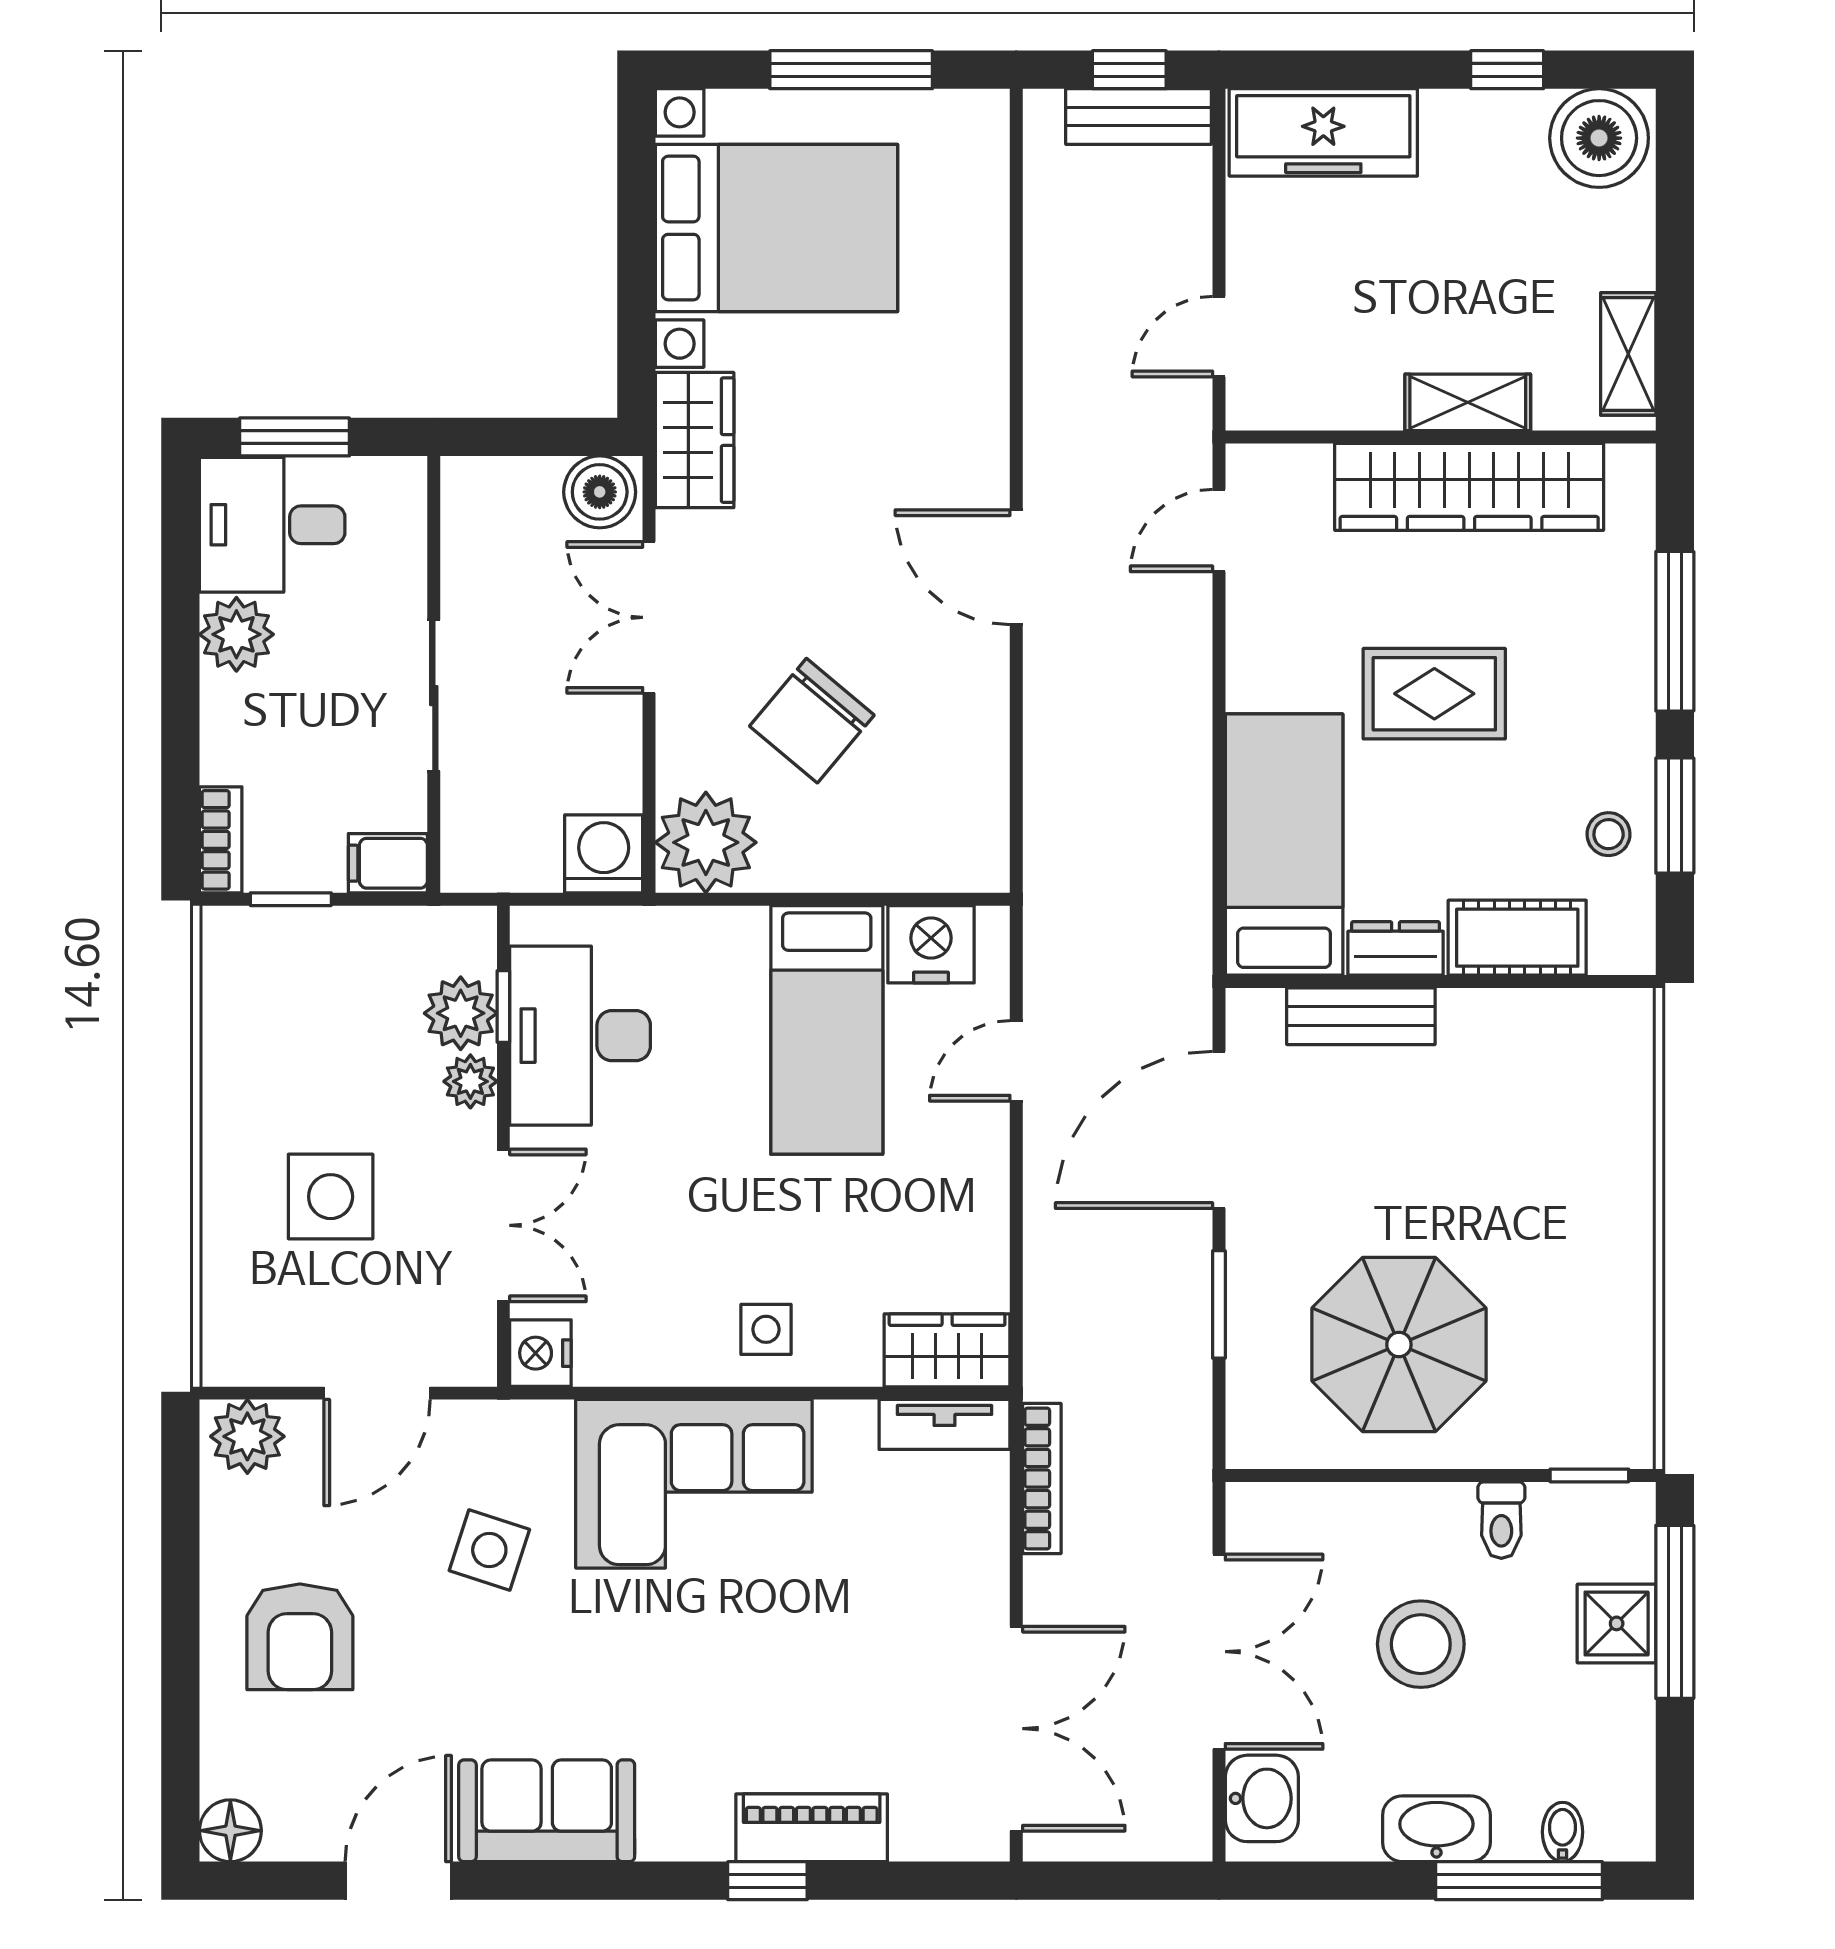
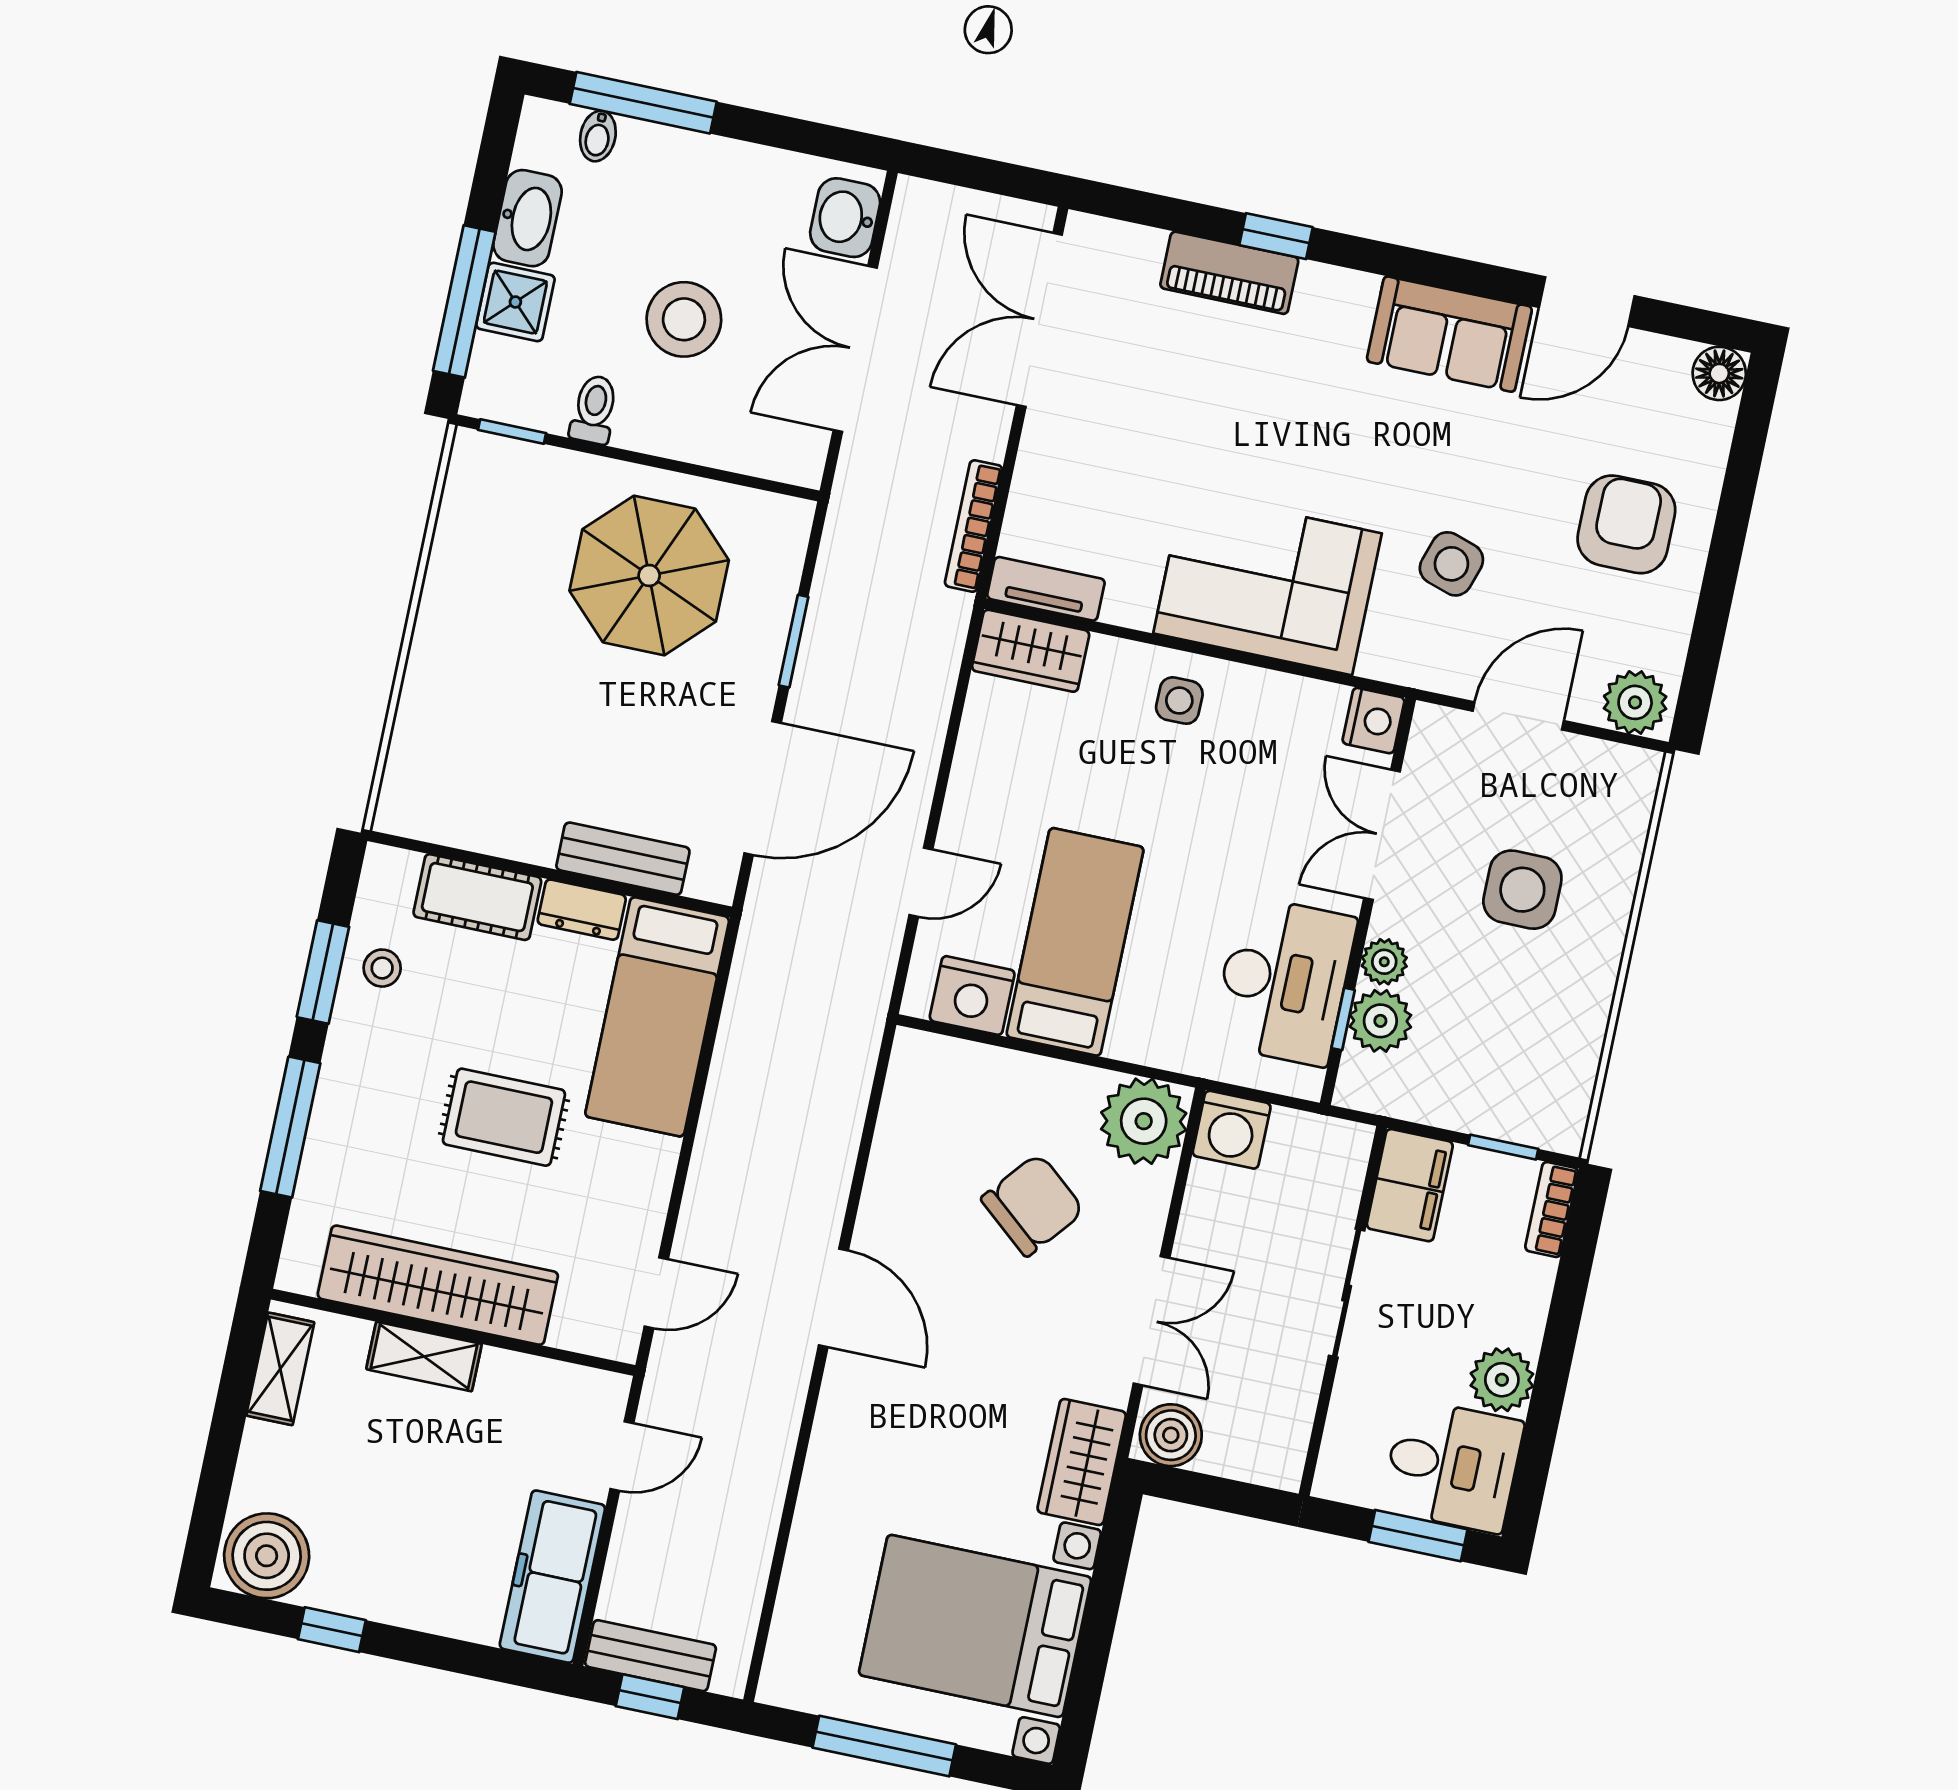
freezer: (1323, 132) -> (552, 1577), moved, turned -90
filing cabinet: (388, 863) -> (1410, 1185), width x2.00
washbasin: (1436, 1829) -> (527, 218), moved, turned -90

